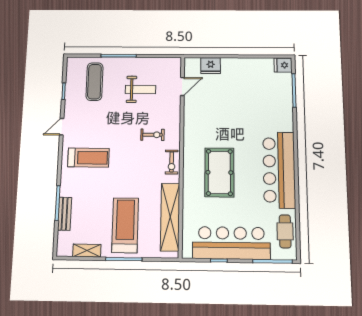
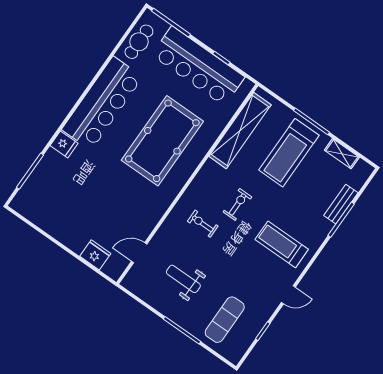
fridge: (283, 65) -> (64, 144), moved
exercise bike: (172, 162) -> (237, 204), moved
pool table: (219, 172) -> (162, 141), width x1.36, depth x1.32

